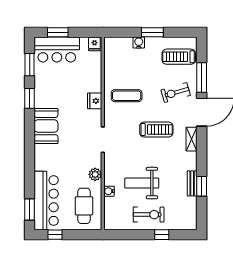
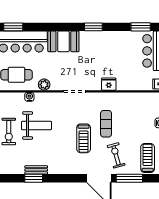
exercise mat: (127, 96) -> (106, 124), moved
window: (30, 98) -> (93, 27), moved
booth: (46, 126) -> (63, 41), moved
shelving: (192, 139) -> (75, 169), removed
weight bench: (142, 183) -> (36, 126), turned 90

